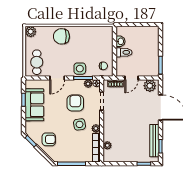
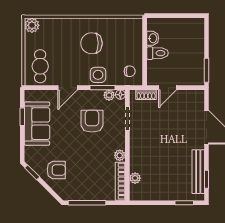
chair: (61, 36) -> (92, 43), moved
plant: (150, 86) -> (192, 98), removed
side table: (80, 124) -> (98, 150), removed

